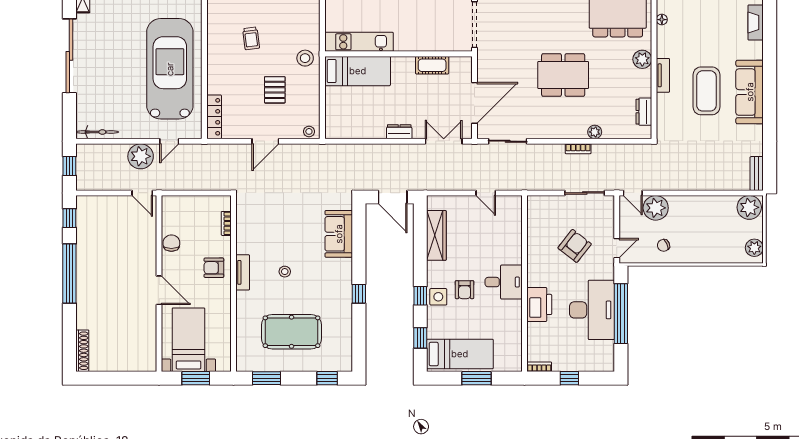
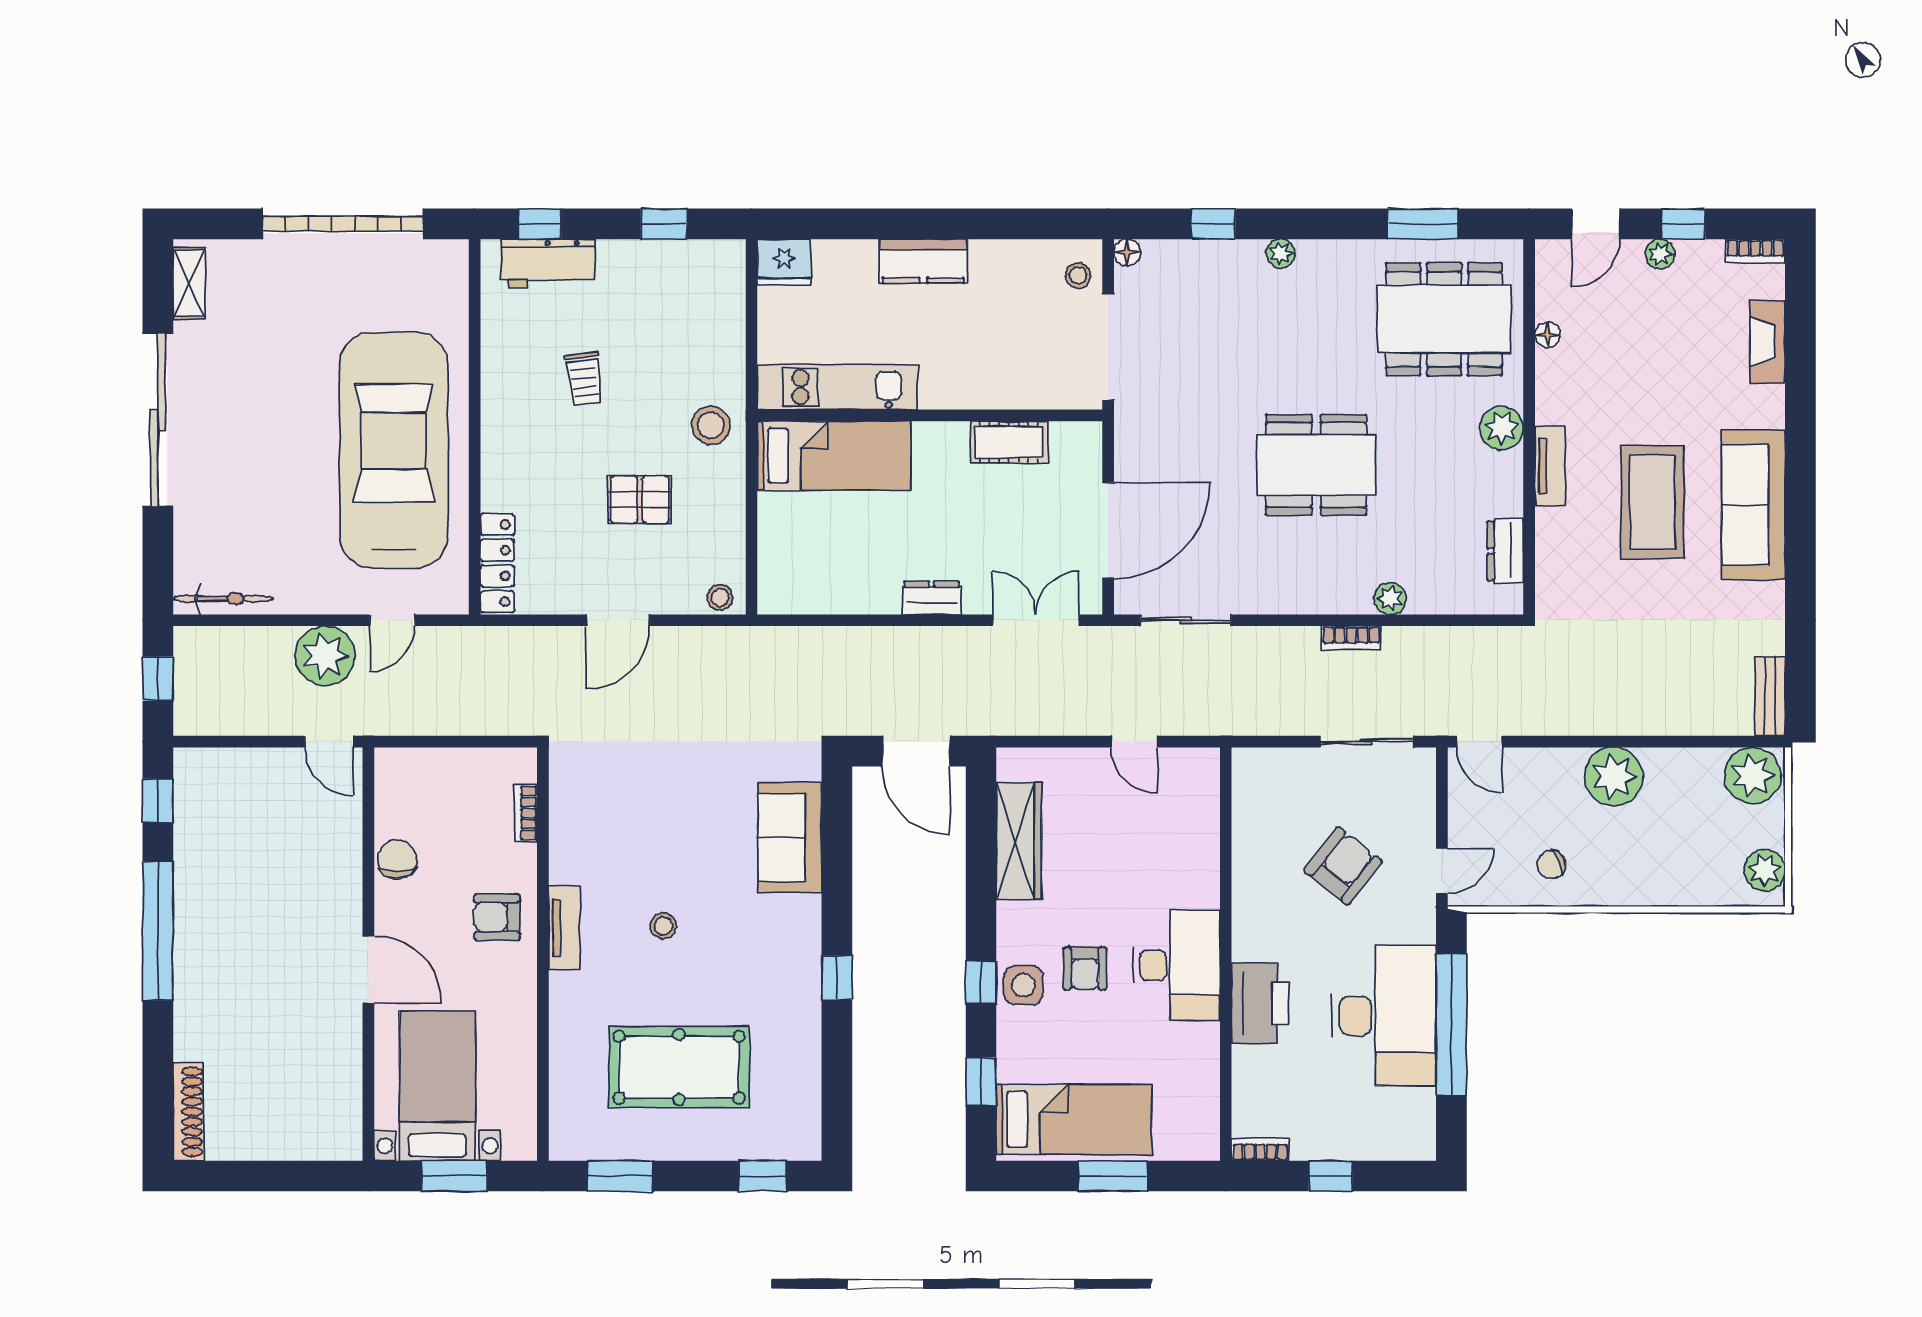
pallet: (275, 90) -> (640, 500), turned 90
plant: (656, 208) -> (1614, 777), moved
desk: (504, 282) -> (1177, 965), width x1.37

